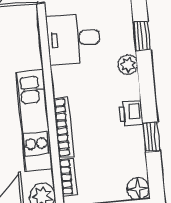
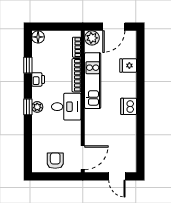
window: (142, 36) -> (28, 107), moved
desk: (74, 39) -> (66, 107), moved

